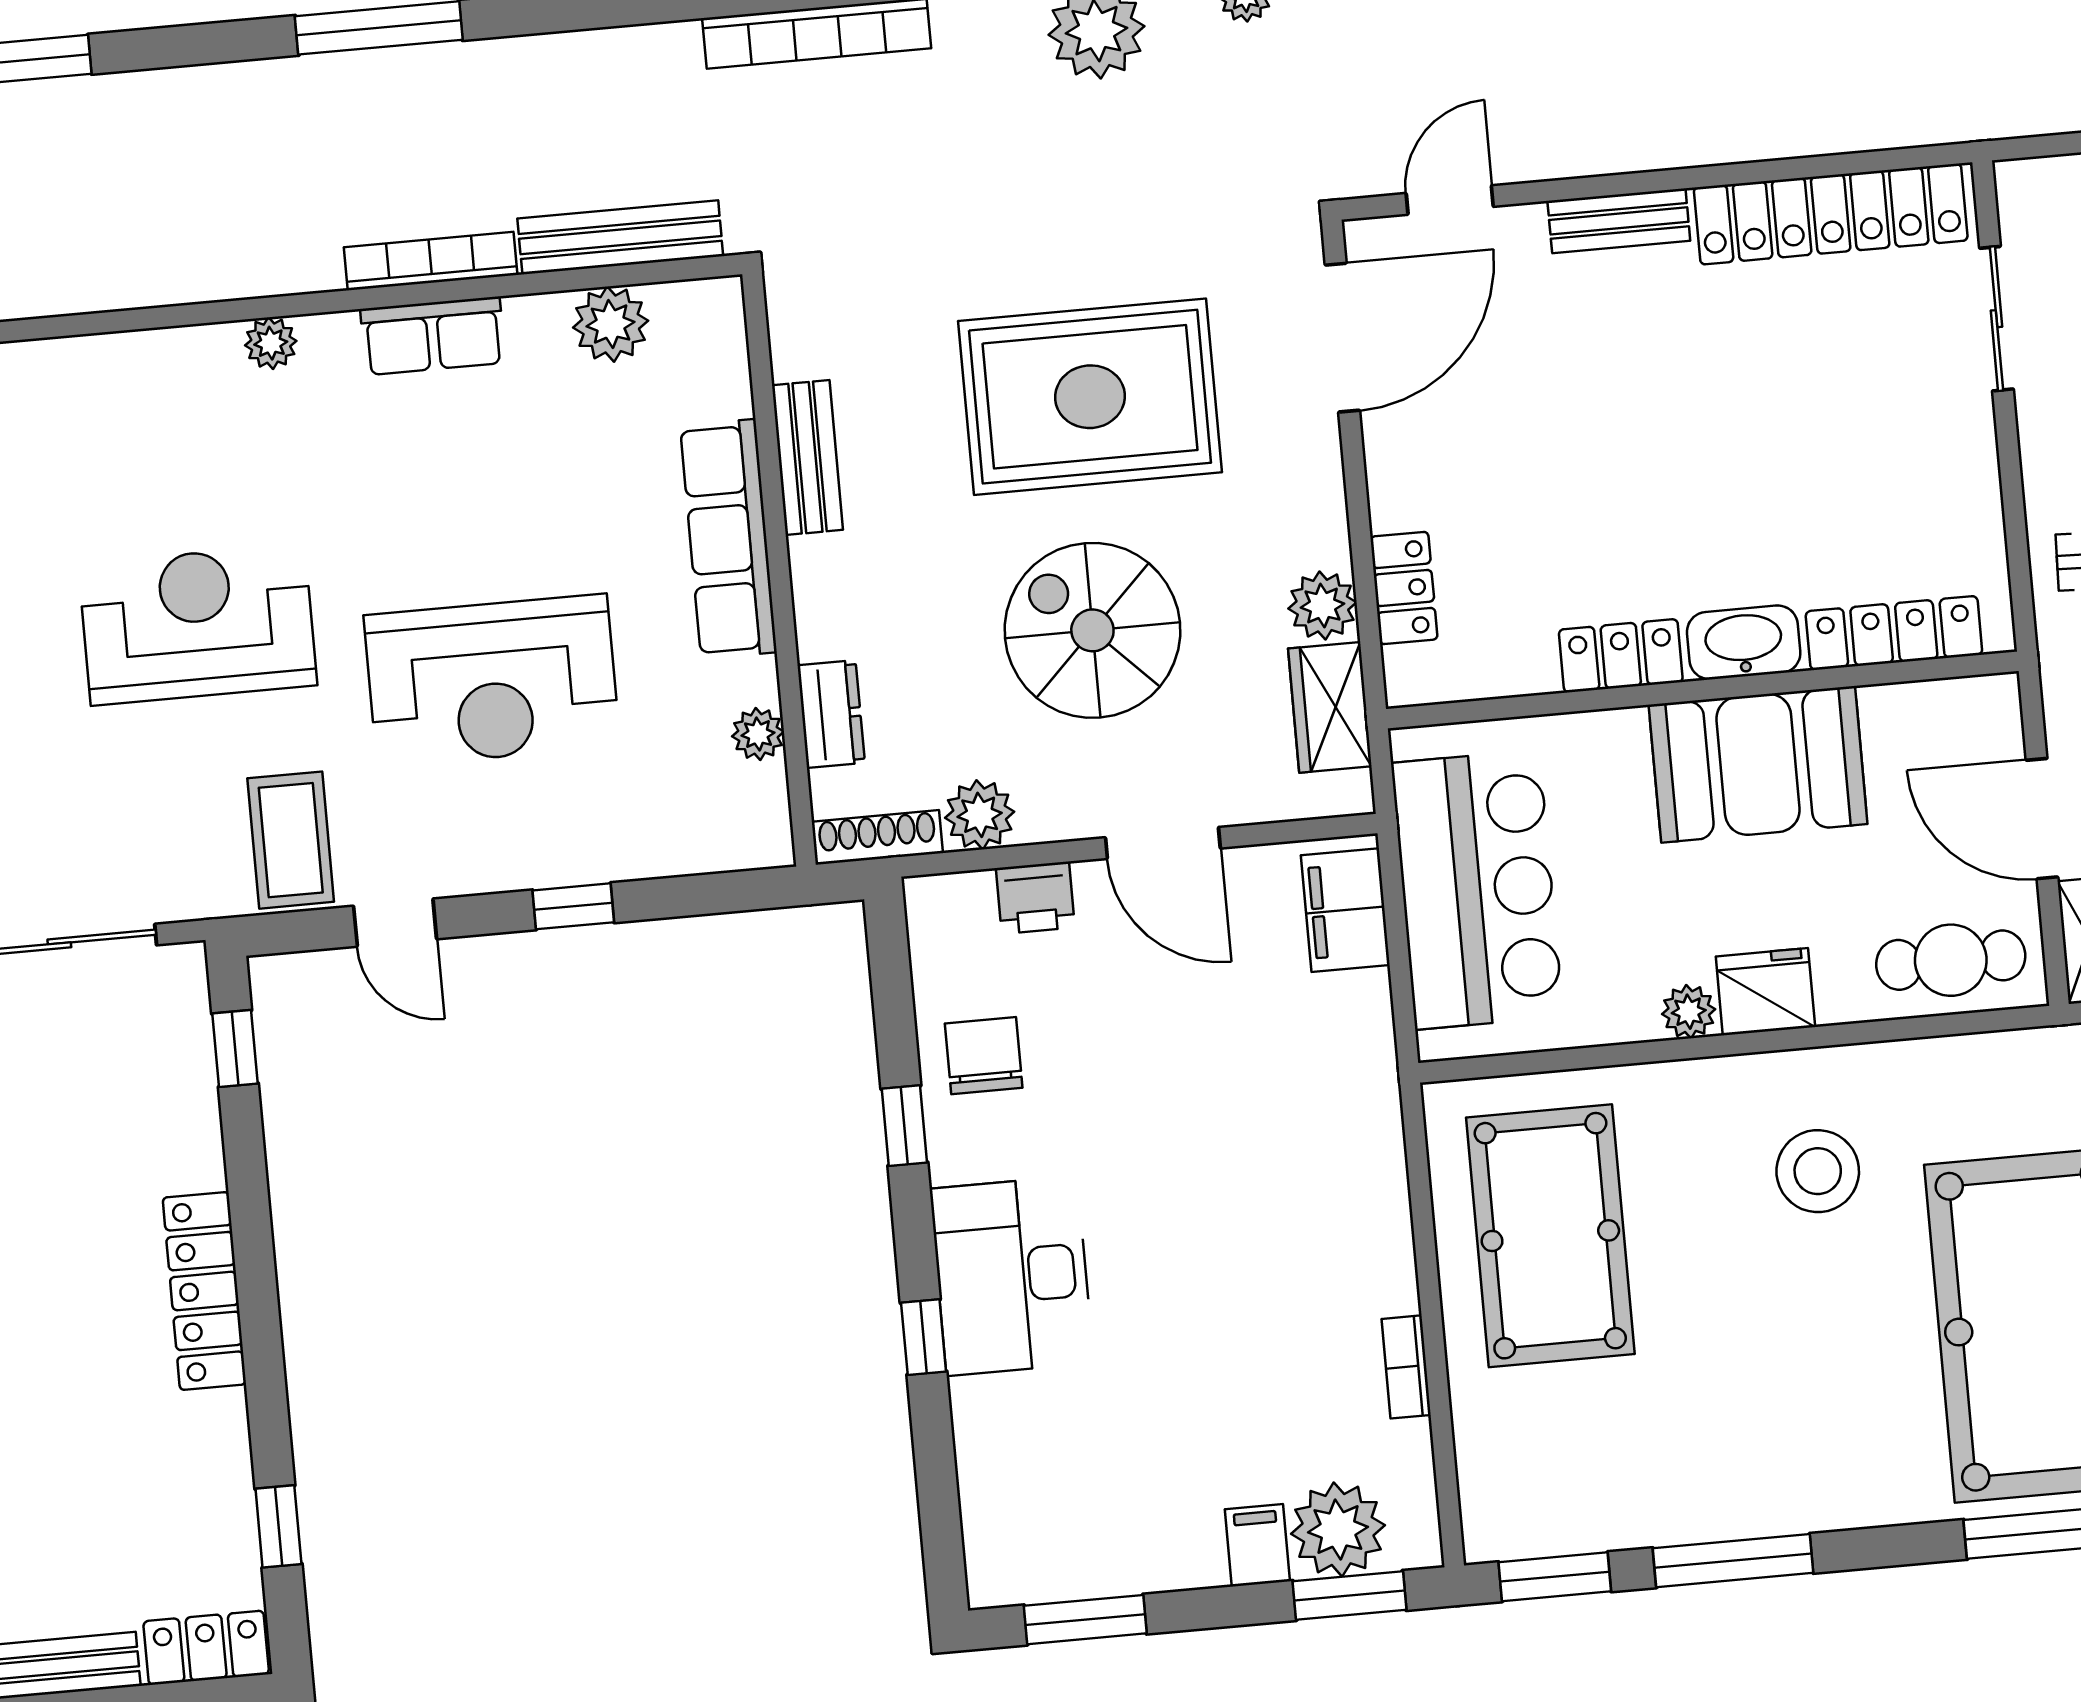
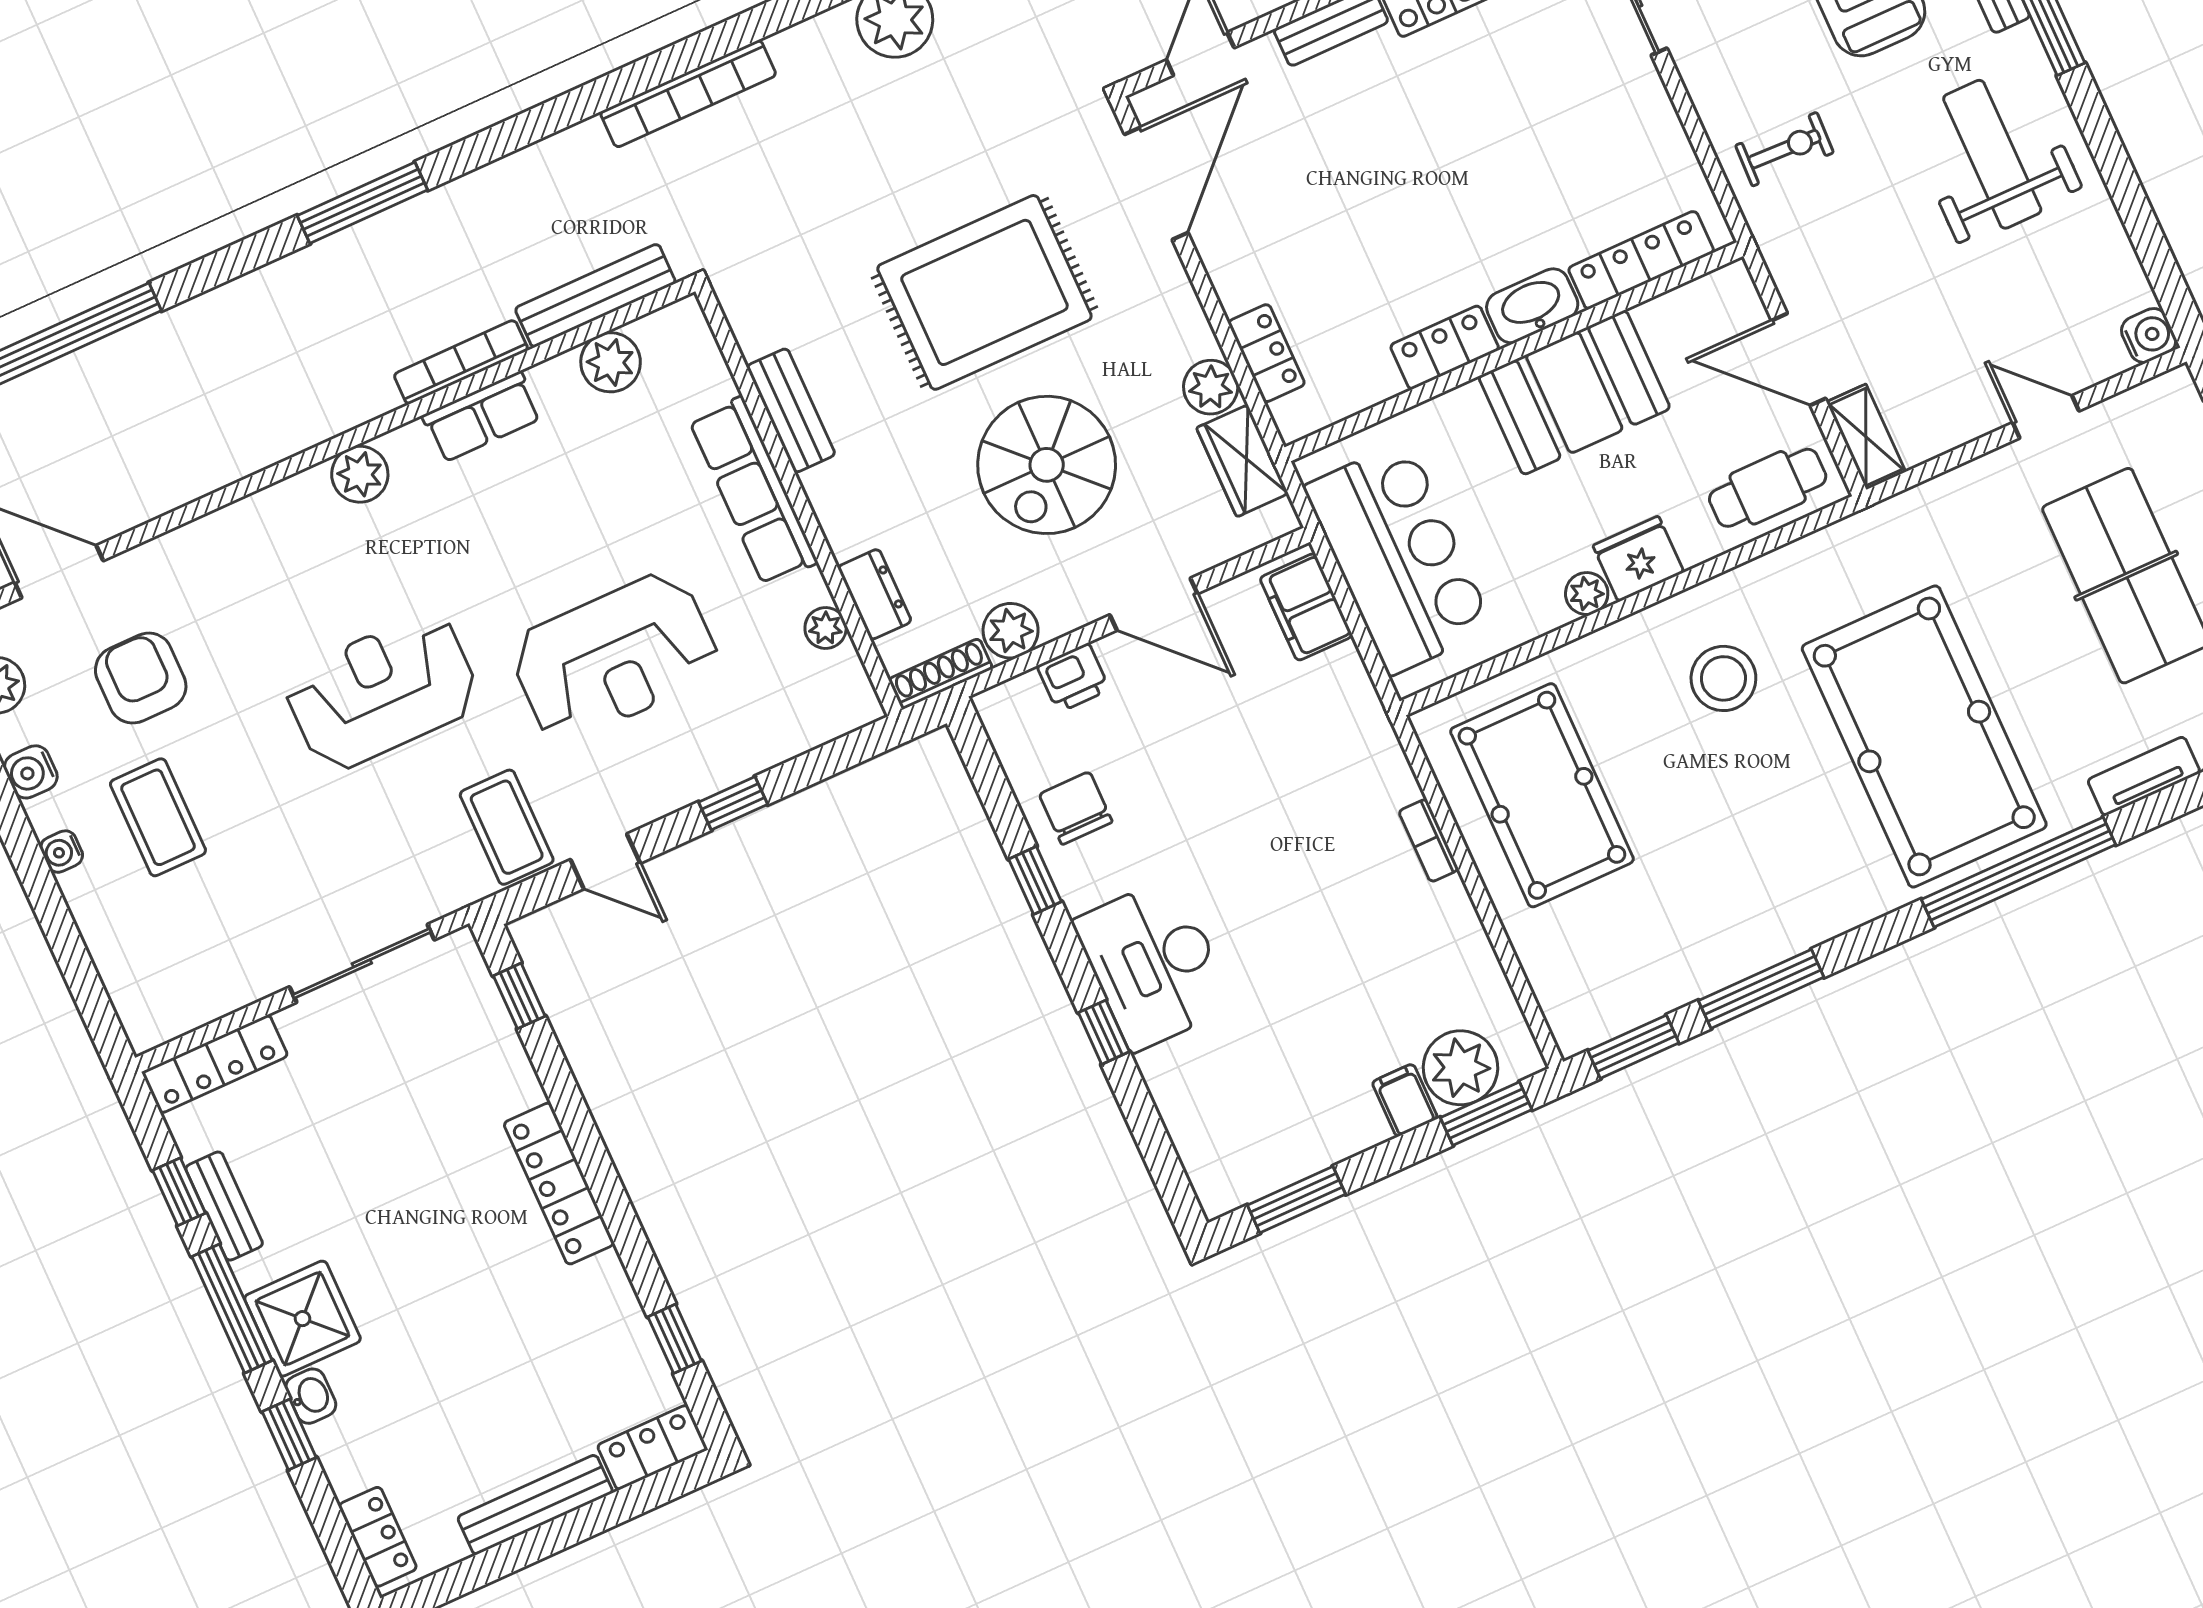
plant: (271, 343) -> (360, 474), width x1.38, depth x1.38
spiral stairs: (1092, 630) -> (1047, 465), turned -90
bookcase: (1406, 1367) -> (1429, 841), moved

